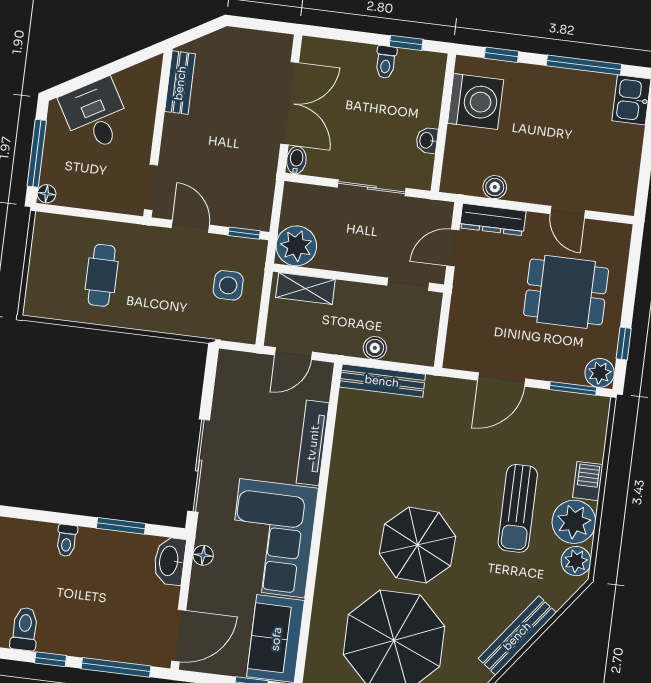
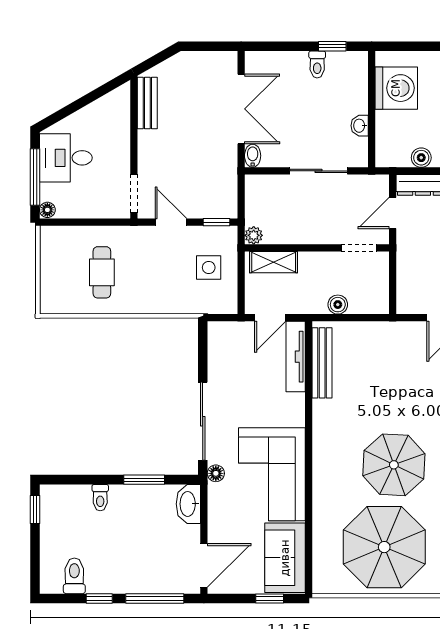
window: (501, 55) -> (413, 46), removed
desk: (96, 115) -> (66, 158), moved, turned -60
plant: (296, 246) -> (254, 235), width x0.53, depth x0.53
bench: (382, 381) -> (322, 363), moved, turned 90
tv unit: (313, 443) -> (296, 357), moved
floor lamp: (203, 555) -> (216, 473), moved

